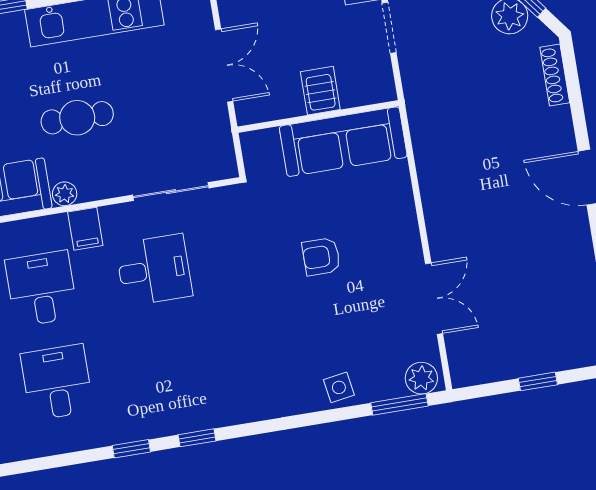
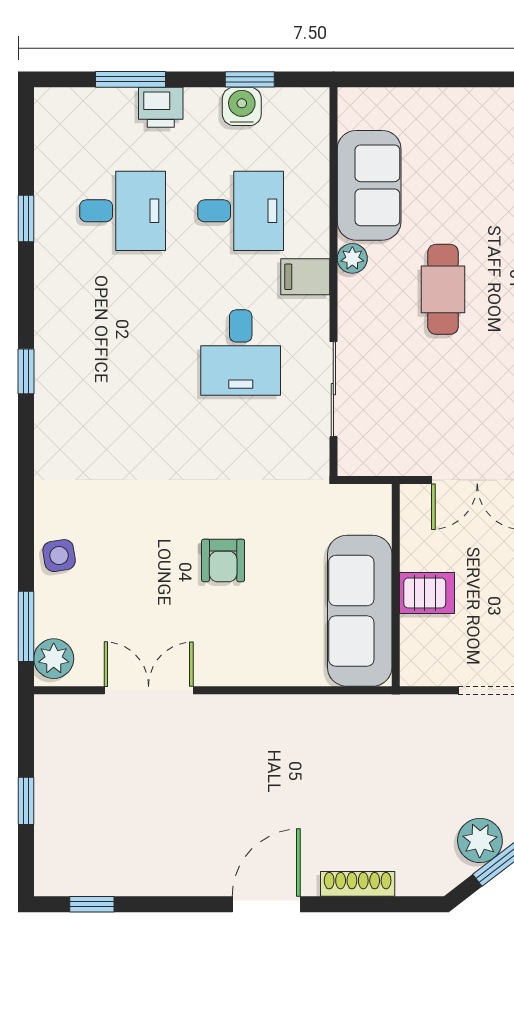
shoe rack: (555, 75) -> (358, 884), moved
armchair: (321, 257) -> (223, 560), turned 180
double door: (434, 299) -> (149, 690), swing flipped
window: (131, 449) -> (26, 219), moved

